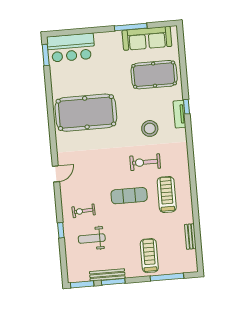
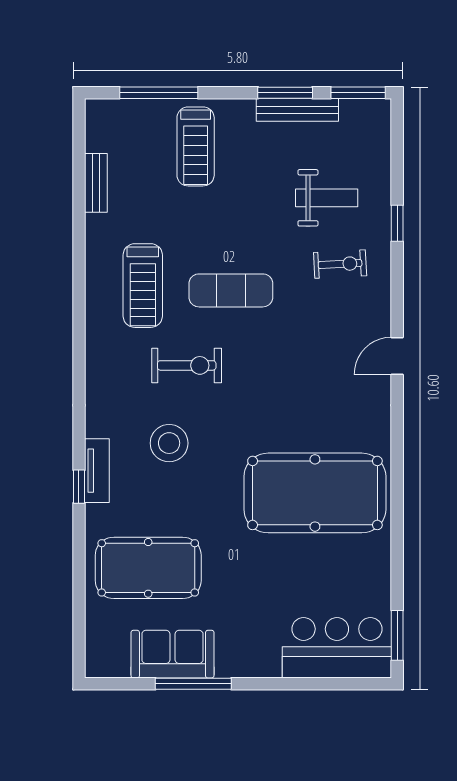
sofa: (147, 38) -> (172, 654), width x0.73

